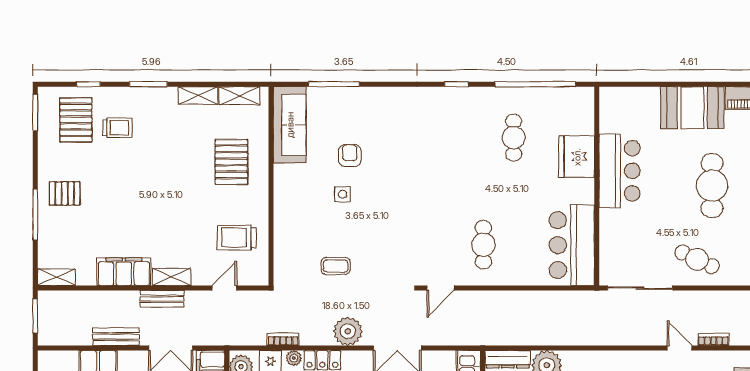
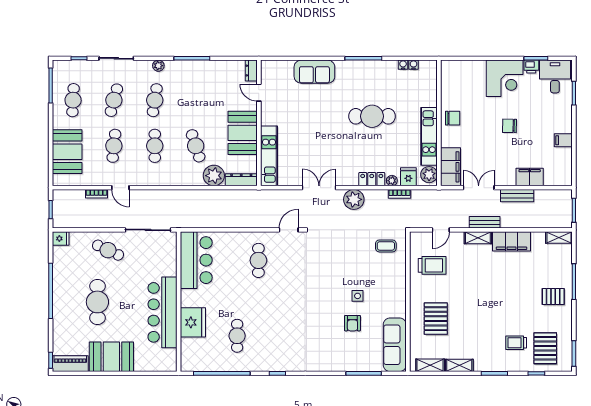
bar counter: (620, 171) -> (163, 312), width x1.36
coffee table: (336, 266) -> (386, 246), moved

